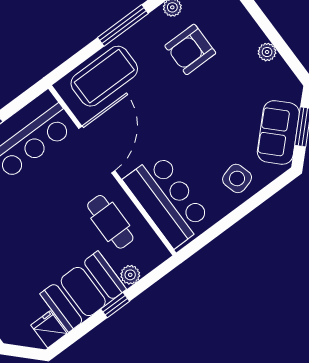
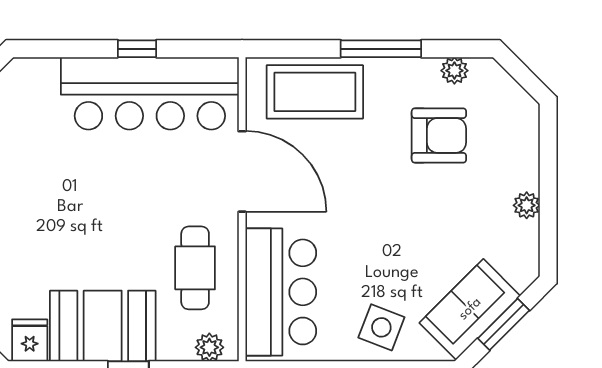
armchair: (190, 49) -> (439, 135), turned 180
door: (97, 150) -> (242, 171), hinge flipped
side table: (237, 178) -> (381, 327), turned 37
plant: (130, 275) -> (209, 347), moved

